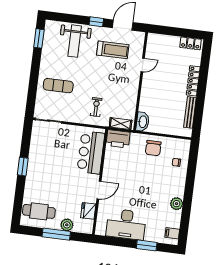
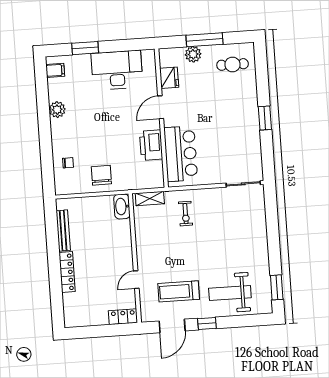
weight bench: (75, 41) -> (230, 293), turned -90
locker: (191, 43) -> (123, 317), moved
exercise mat: (58, 86) -> (240, 231), removed
printer: (118, 139) -> (151, 145), moved, turned -90
cafe table: (39, 211) -> (233, 64), width x0.73, depth x0.74

